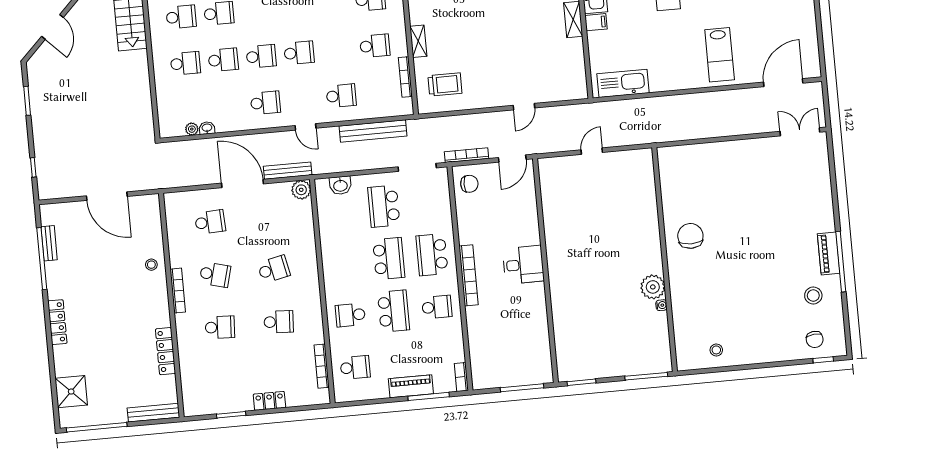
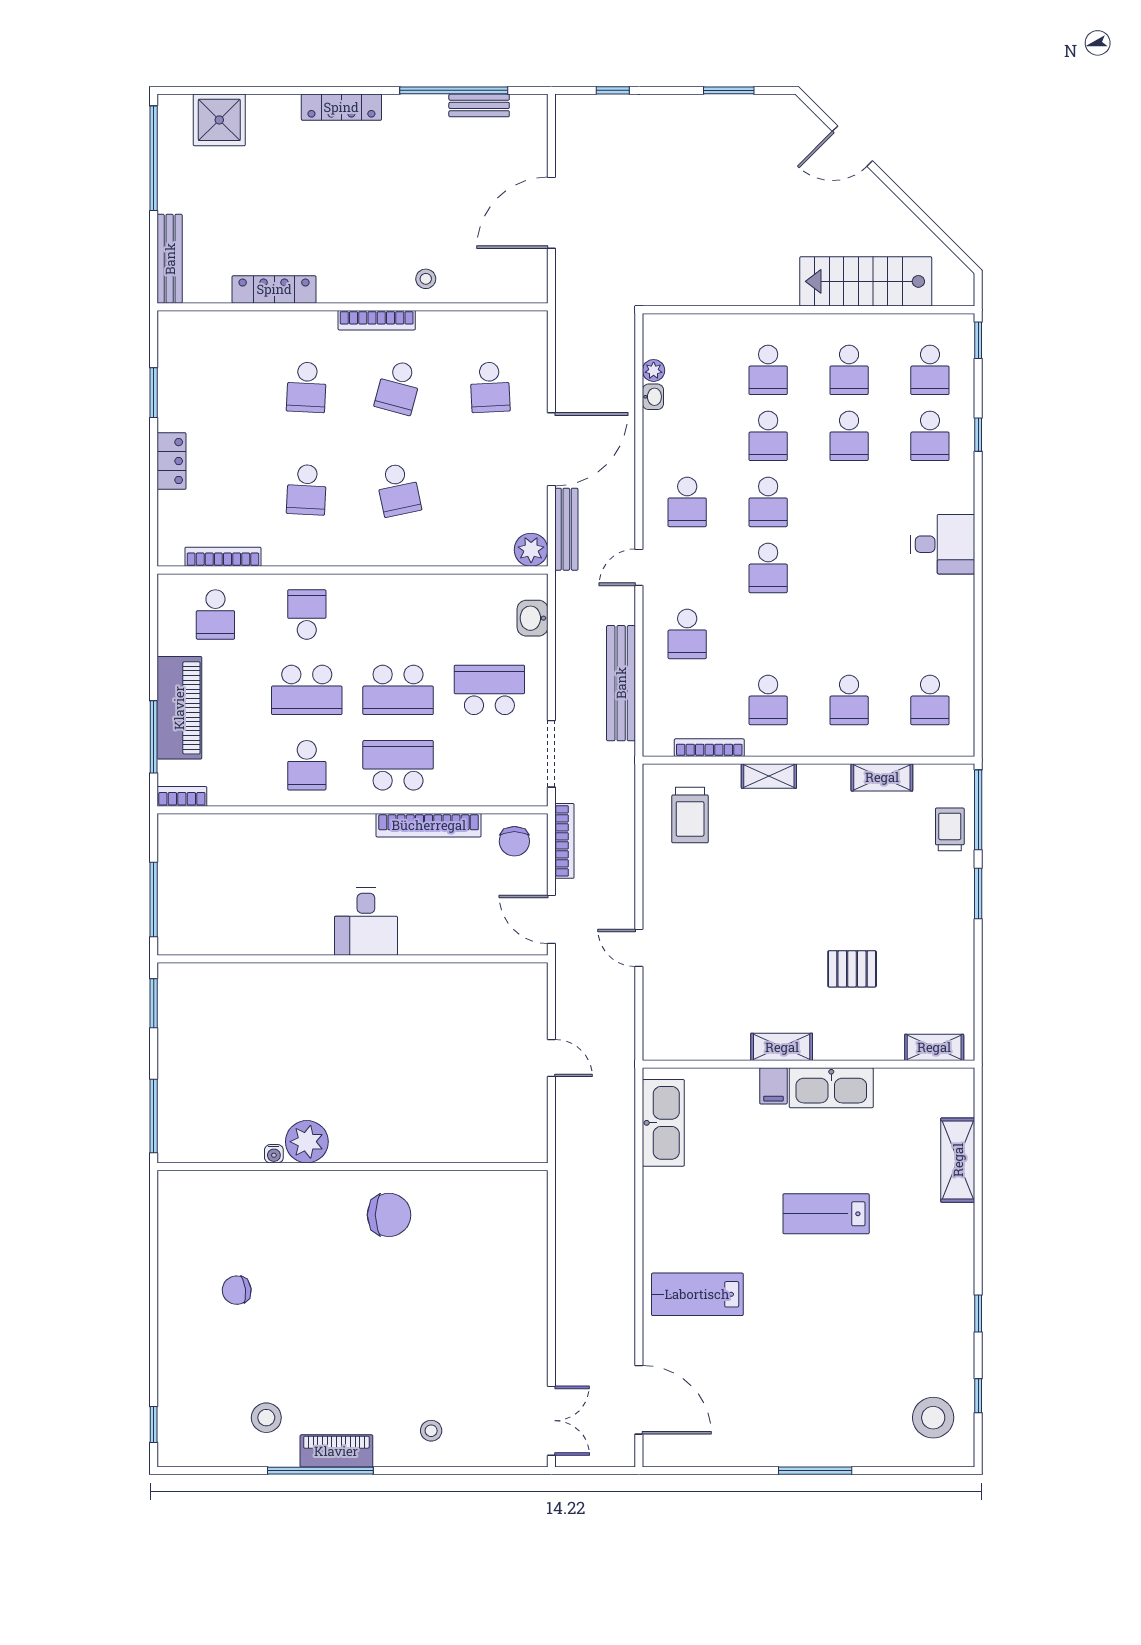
bookcase: (469, 275) -> (429, 825), moved
chair: (815, 339) -> (237, 1290), moved
stool: (716, 350) -> (431, 1431), moved
piano: (411, 386) -> (179, 708), width x1.37, depth x1.33

